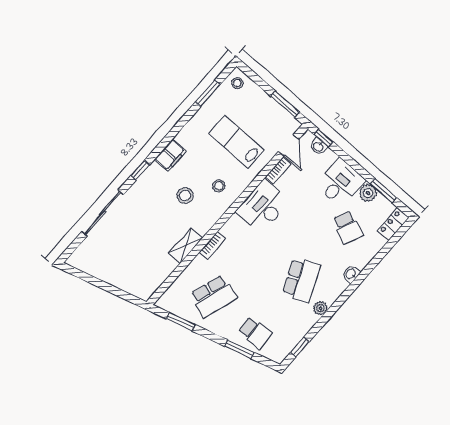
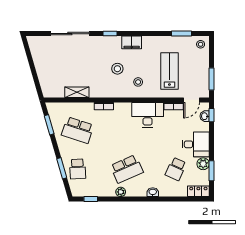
shelving: (186, 246) -> (77, 92), moved

